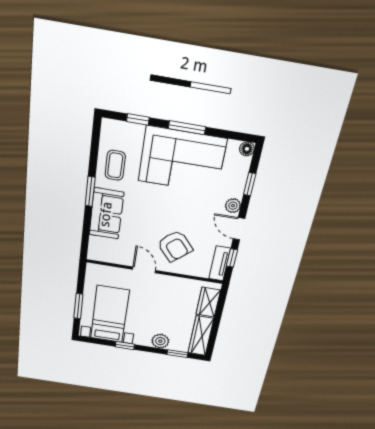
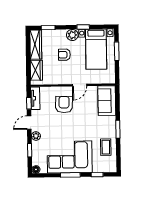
sofa: (106, 214) -> (107, 101), moved
door: (239, 229) -> (29, 123), swing flipped
armchair: (175, 246) -> (64, 105), turned 43
door: (144, 270) -> (80, 85), hinge flipped
armchair: (160, 315) -> (64, 55), added
plant: (160, 341) -> (72, 35), moved

